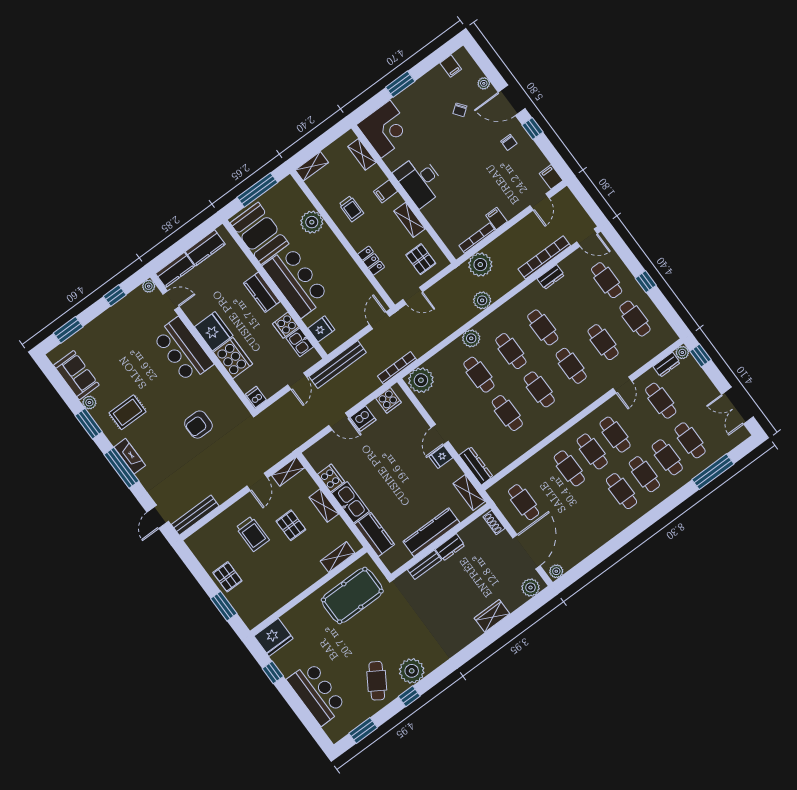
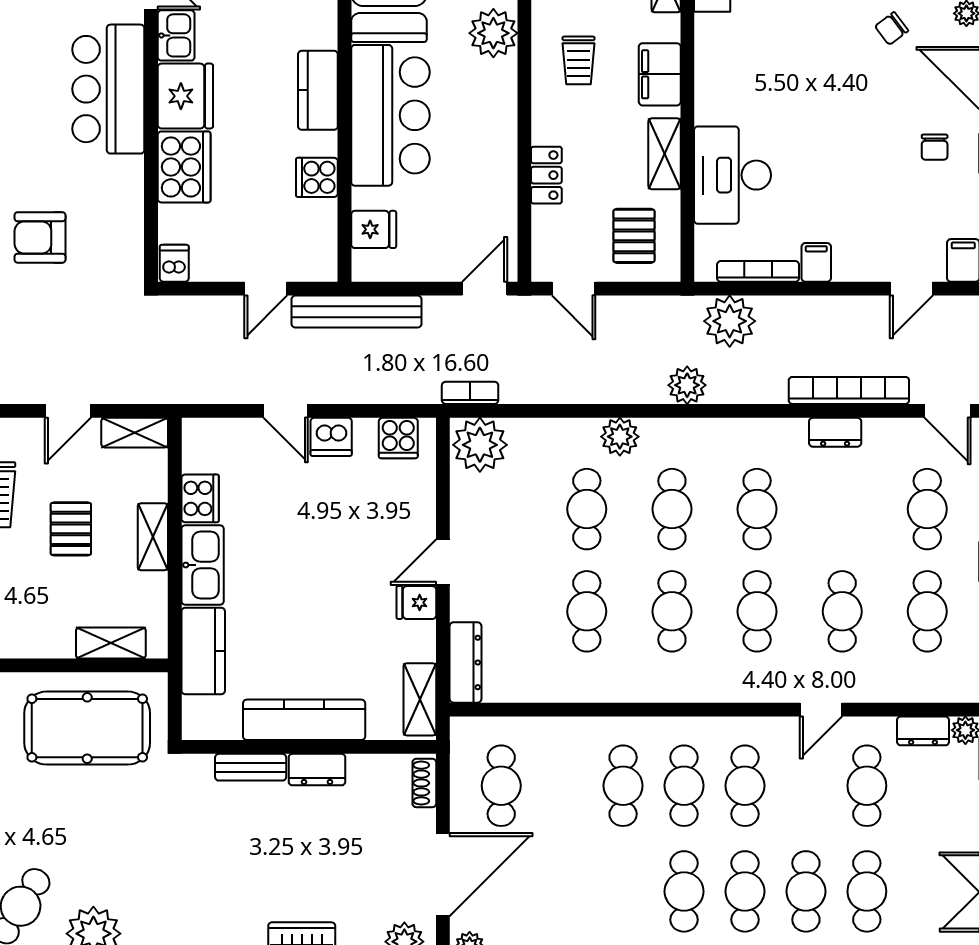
desk: (420, 181) -> (732, 175), moved
filing cabinet: (386, 191) -> (660, 74), width x2.00
kitchen sink: (300, 342) -> (176, 35), moved, turned 180
bookcase: (397, 368) -> (470, 393), width x0.64

